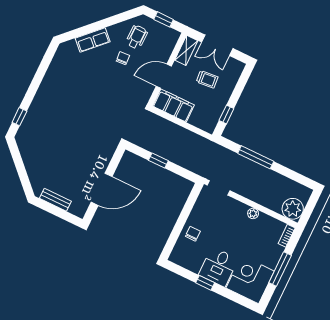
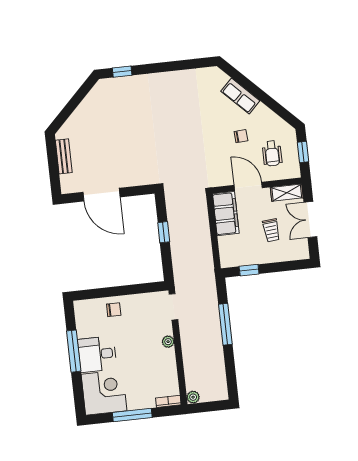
wheelchair: (137, 37) -> (272, 153), moved, turned 89
plant: (293, 209) -> (193, 397), width x0.53, depth x0.53
plant: (253, 213) -> (168, 342), moved
window: (205, 283) -> (74, 351), width x2.17

